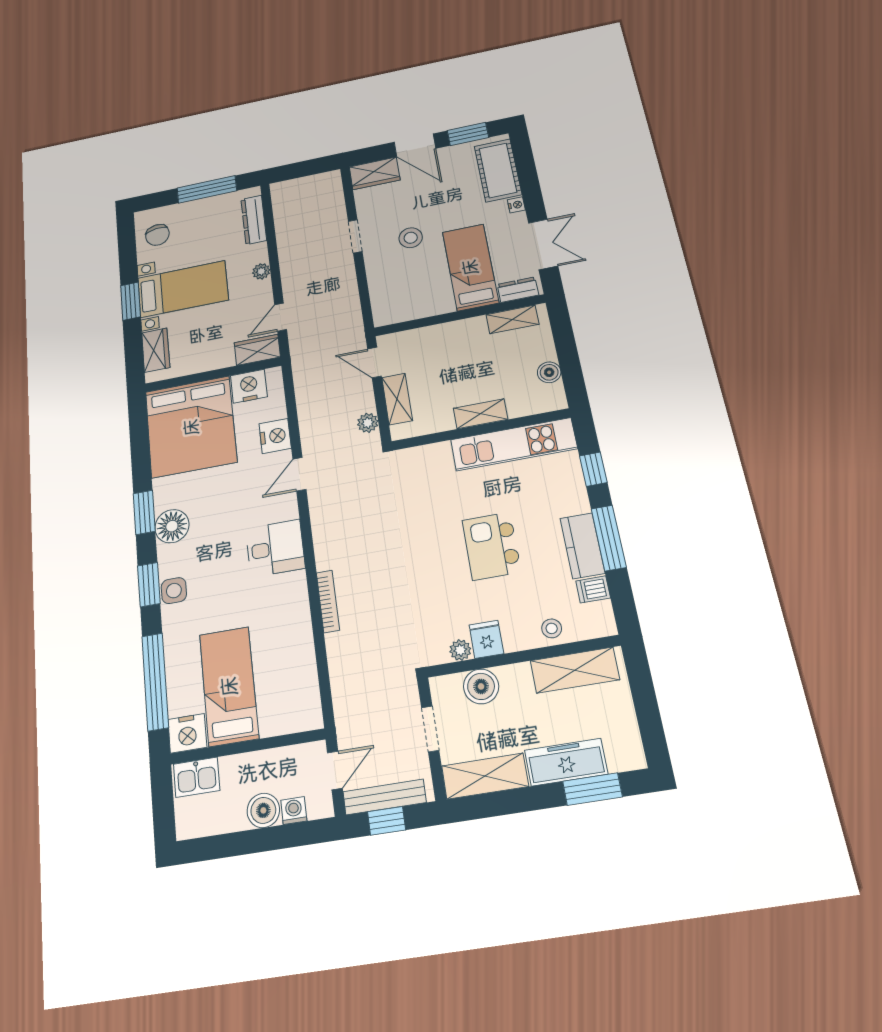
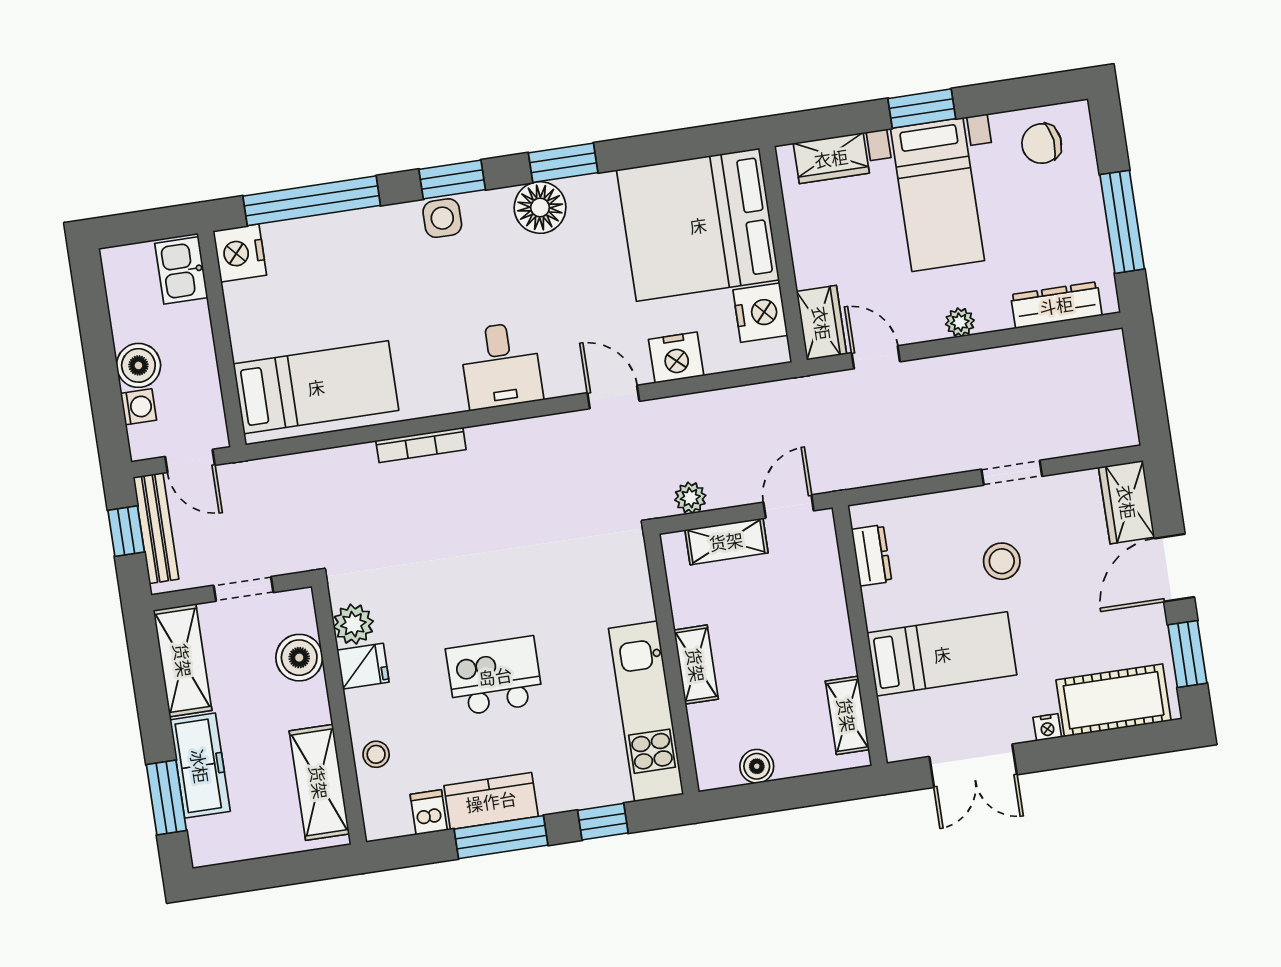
dresser: (518, 290) -> (872, 555), moved
plant: (460, 650) -> (353, 624), width x1.38, depth x1.38
bed: (229, 686) -> (316, 387), moved

